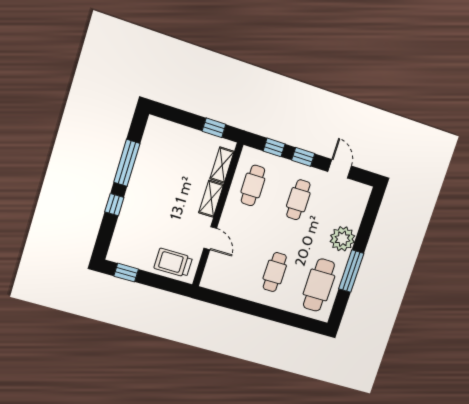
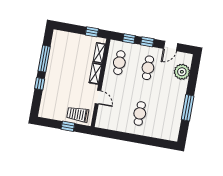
door: (340, 169) -> (171, 46), swing flipped
plant: (342, 239) -> (182, 72), moved
window: (126, 273) -> (68, 126), moved
cafe table: (319, 285) -> (168, 119), removed

